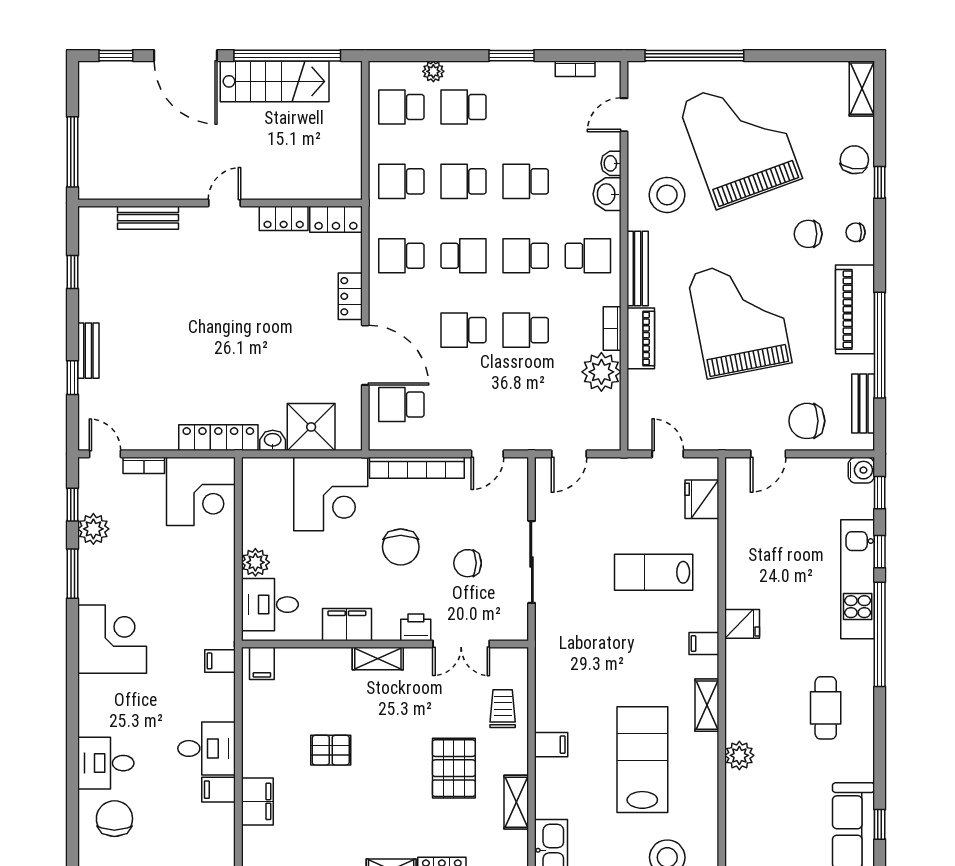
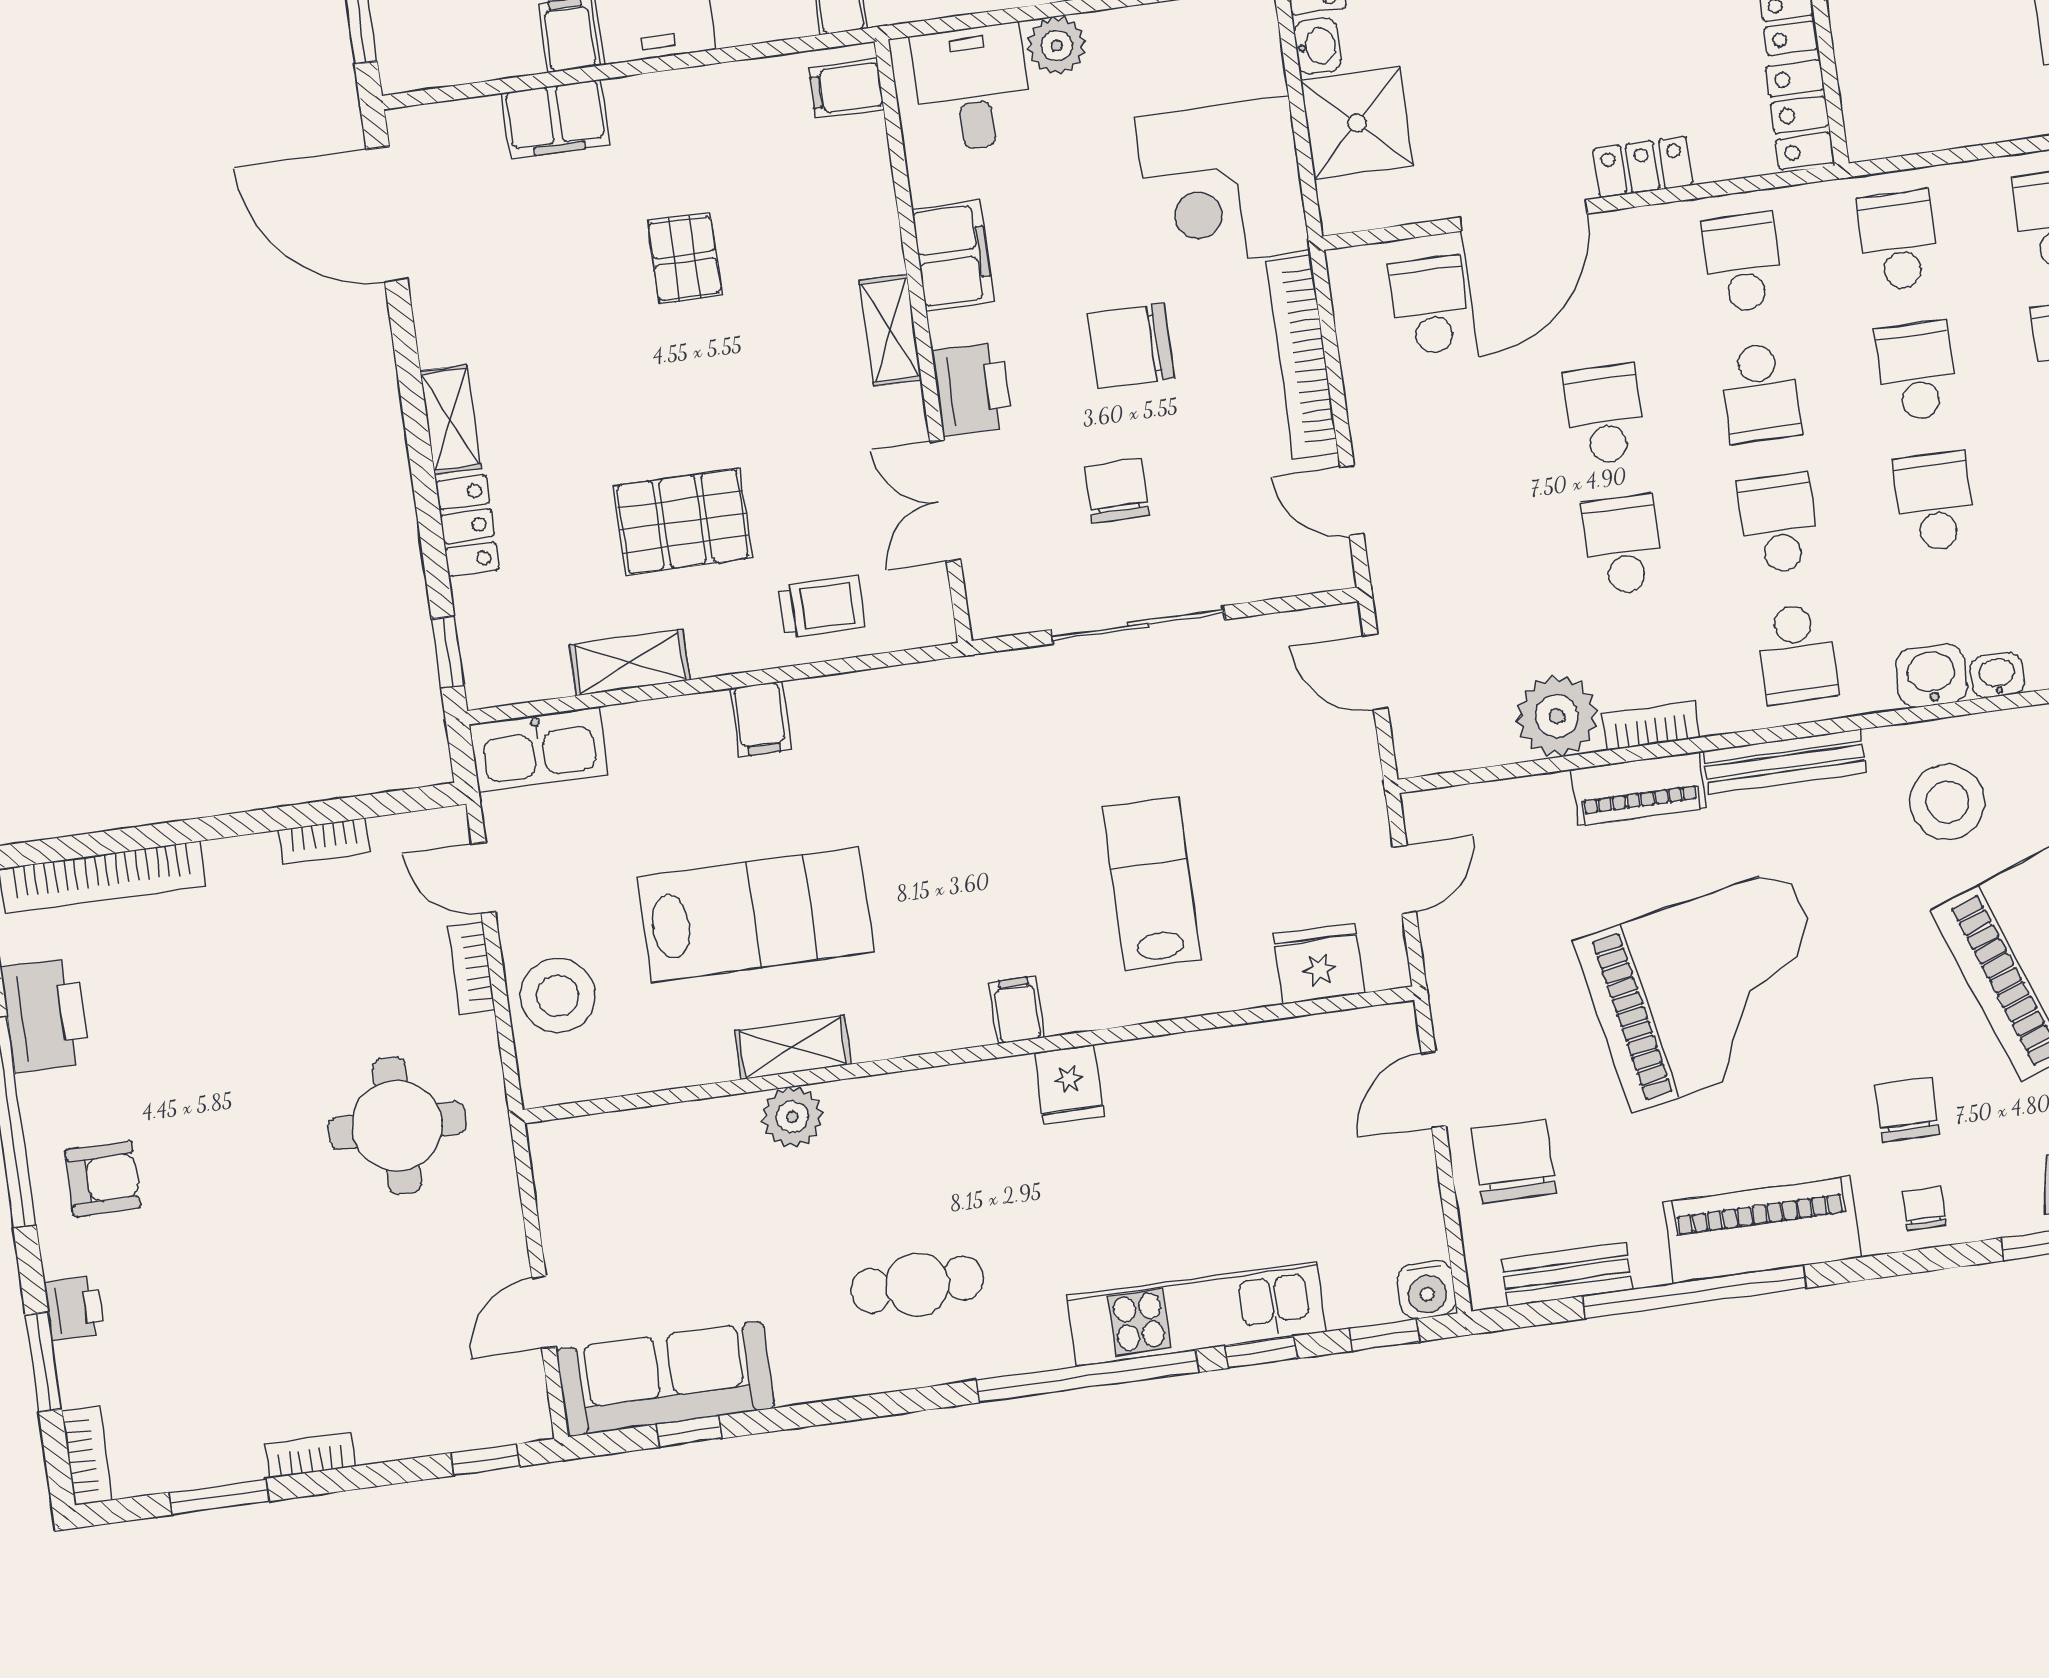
door: (768, 454) -> (1434, 1090), hinge flipped
printer: (416, 627) -> (972, 389), width x1.36, depth x1.24
shelving: (707, 705) -> (793, 1047), moved

